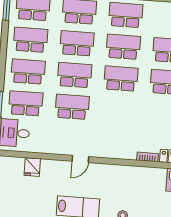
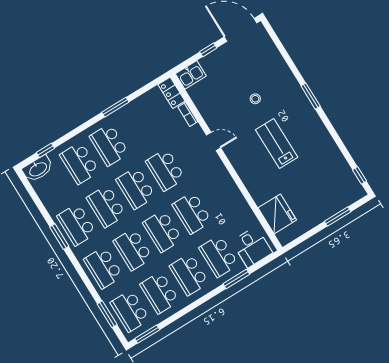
school desk: (118, 110) -> (165, 170), added
door: (80, 159) -> (214, 141), moved
fridge: (32, 167) -> (277, 214), width x1.88, depth x1.34

